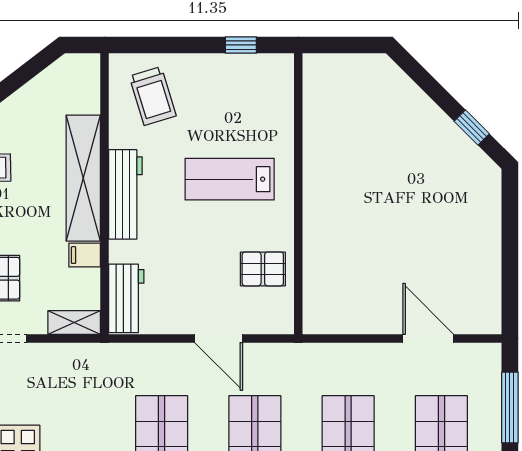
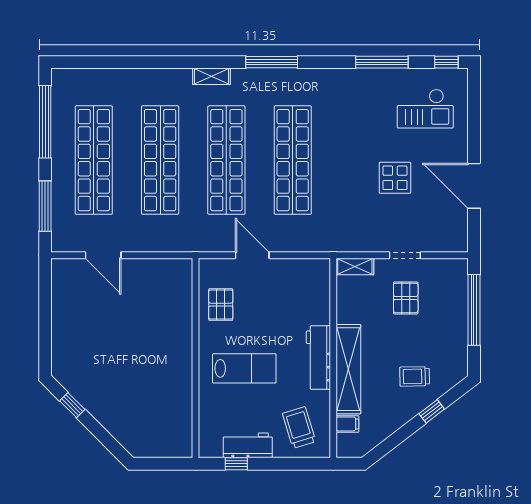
filing cabinet: (85, 255) -> (347, 424), moved
pallet: (263, 269) -> (221, 305), turned 90
workbench: (126, 298) -> (248, 445), moved, turned 90

